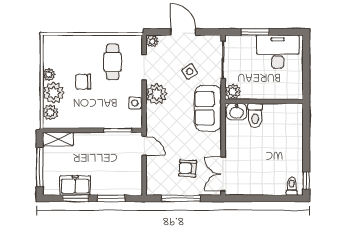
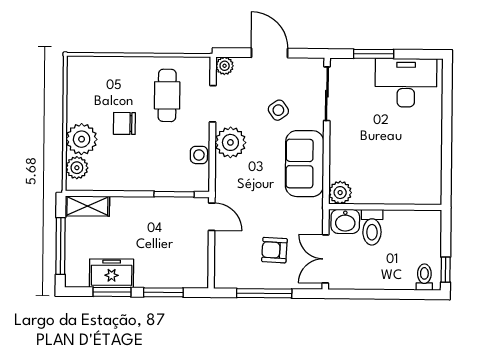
plant: (49, 74) -> (75, 113), removed
plant: (233, 92) -> (340, 193), moved
wall: (264, 101) -> (385, 207), moved
washbasin: (237, 112) -> (345, 221), moved
toilet: (255, 116) -> (372, 227), moved

